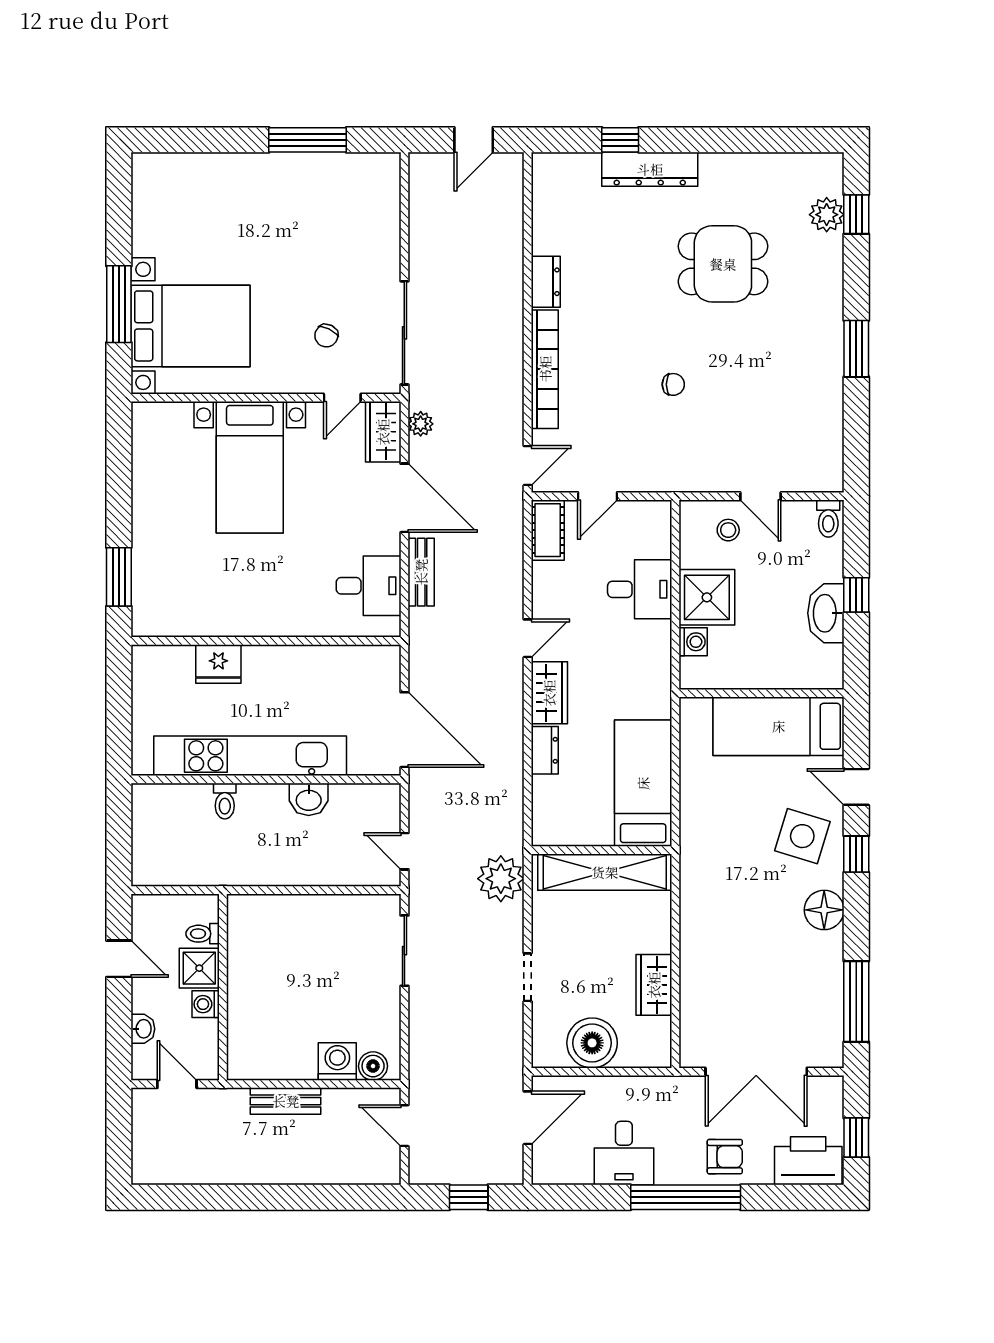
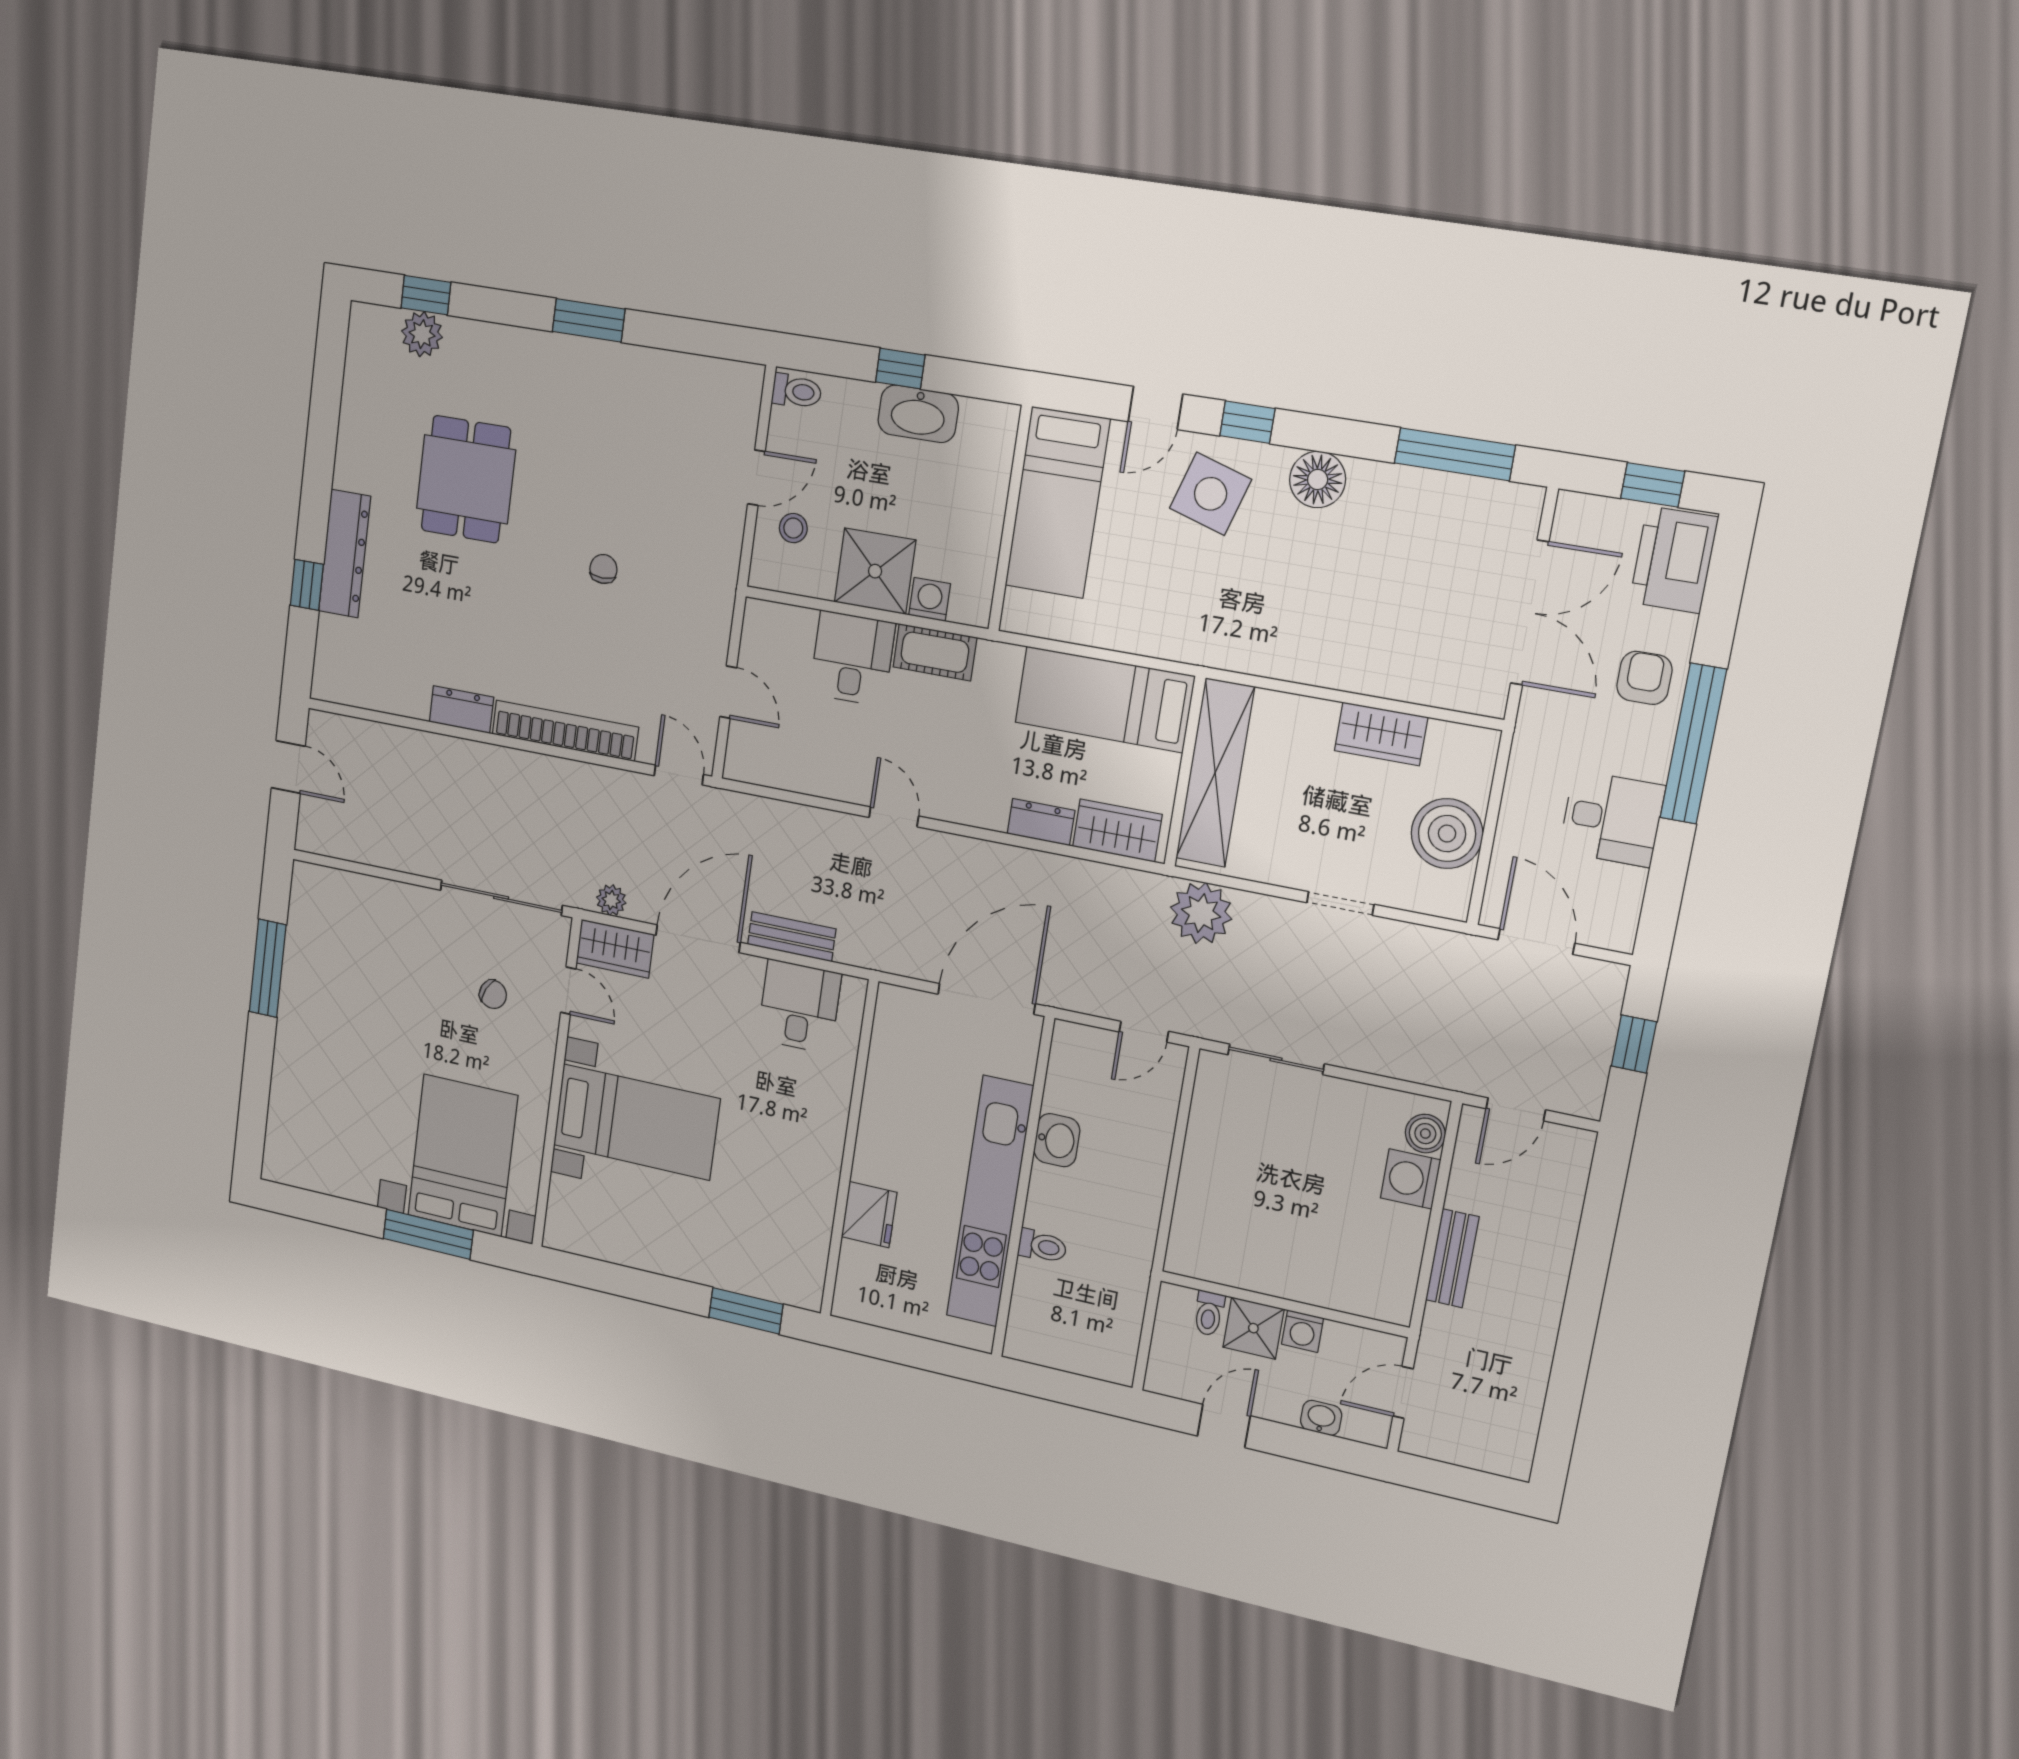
cot: (548, 530) -> (935, 652), moved
wardrobe: (549, 693) -> (1117, 831), moved

